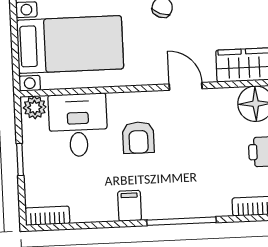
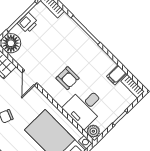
armchair: (138, 138) -> (68, 78), turned 90
filing cabinet: (130, 206) -> (116, 75), moved

